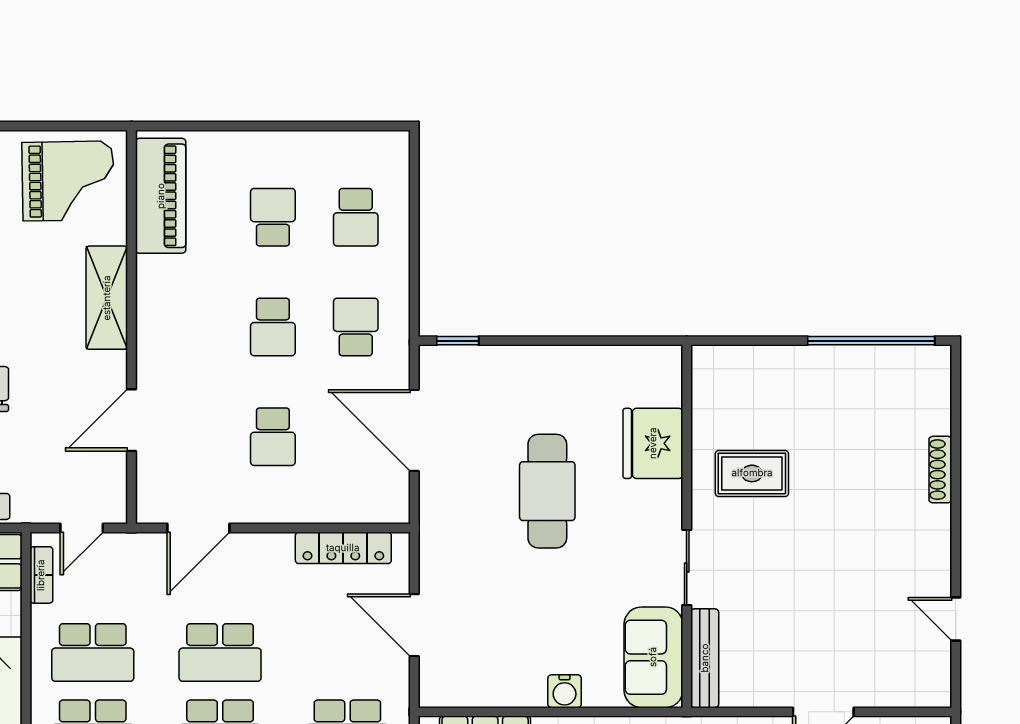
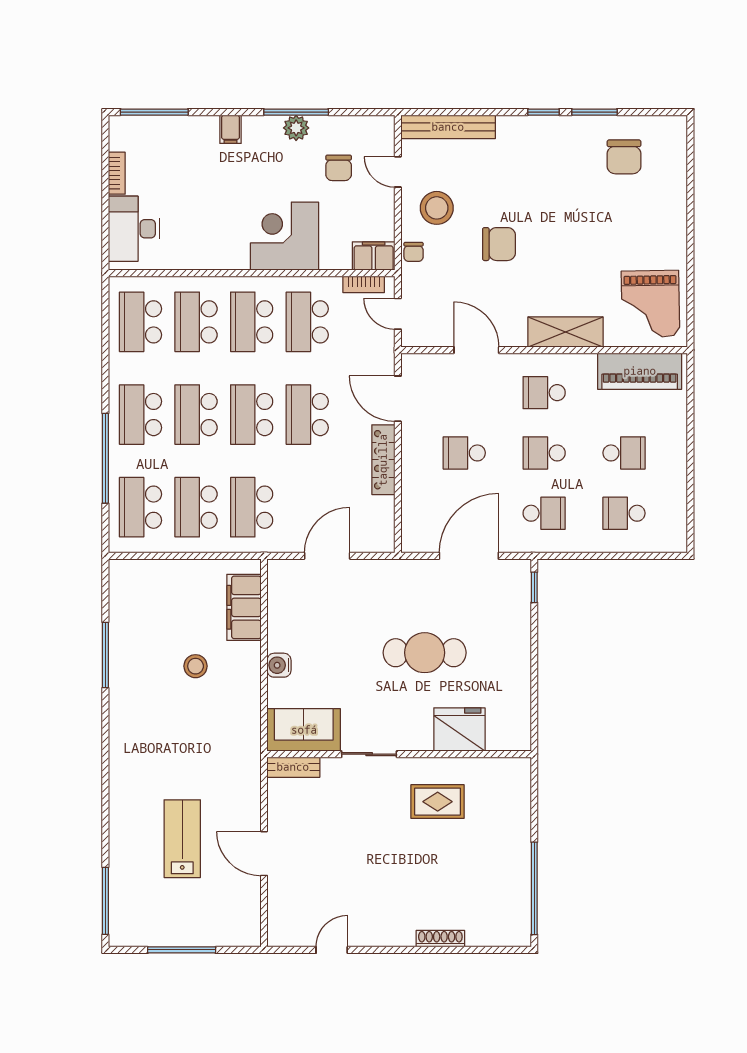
school desk: (190, 327) -> (544, 393), added
rug: (752, 473) -> (438, 802), turned 90
locker: (343, 548) -> (383, 460), moved
bench: (705, 658) -> (293, 767), width x0.73

